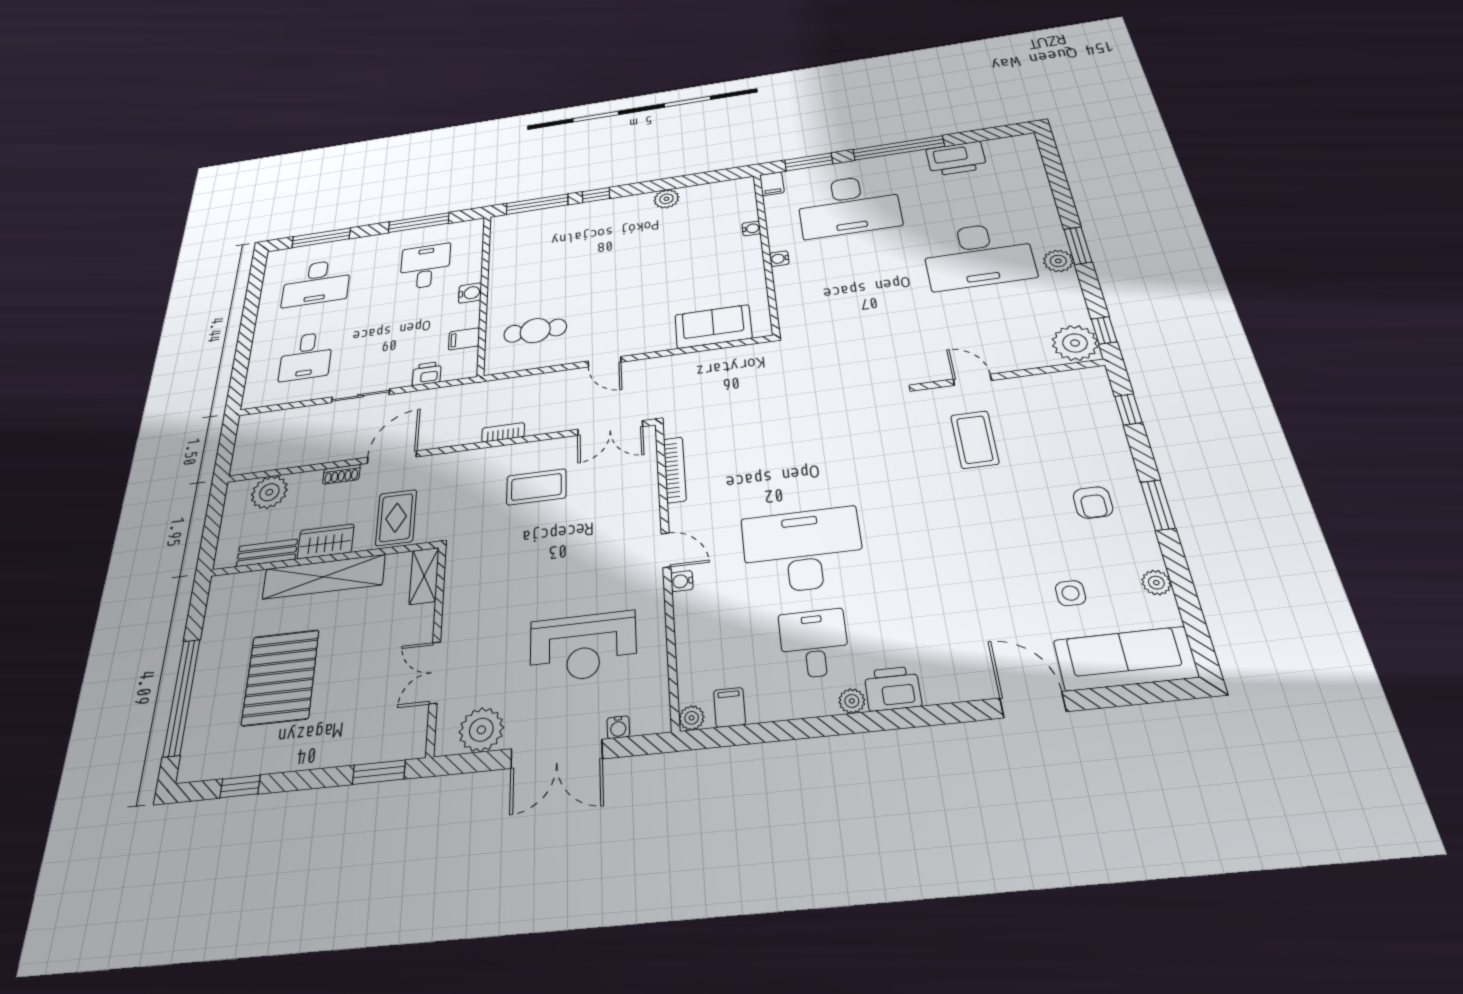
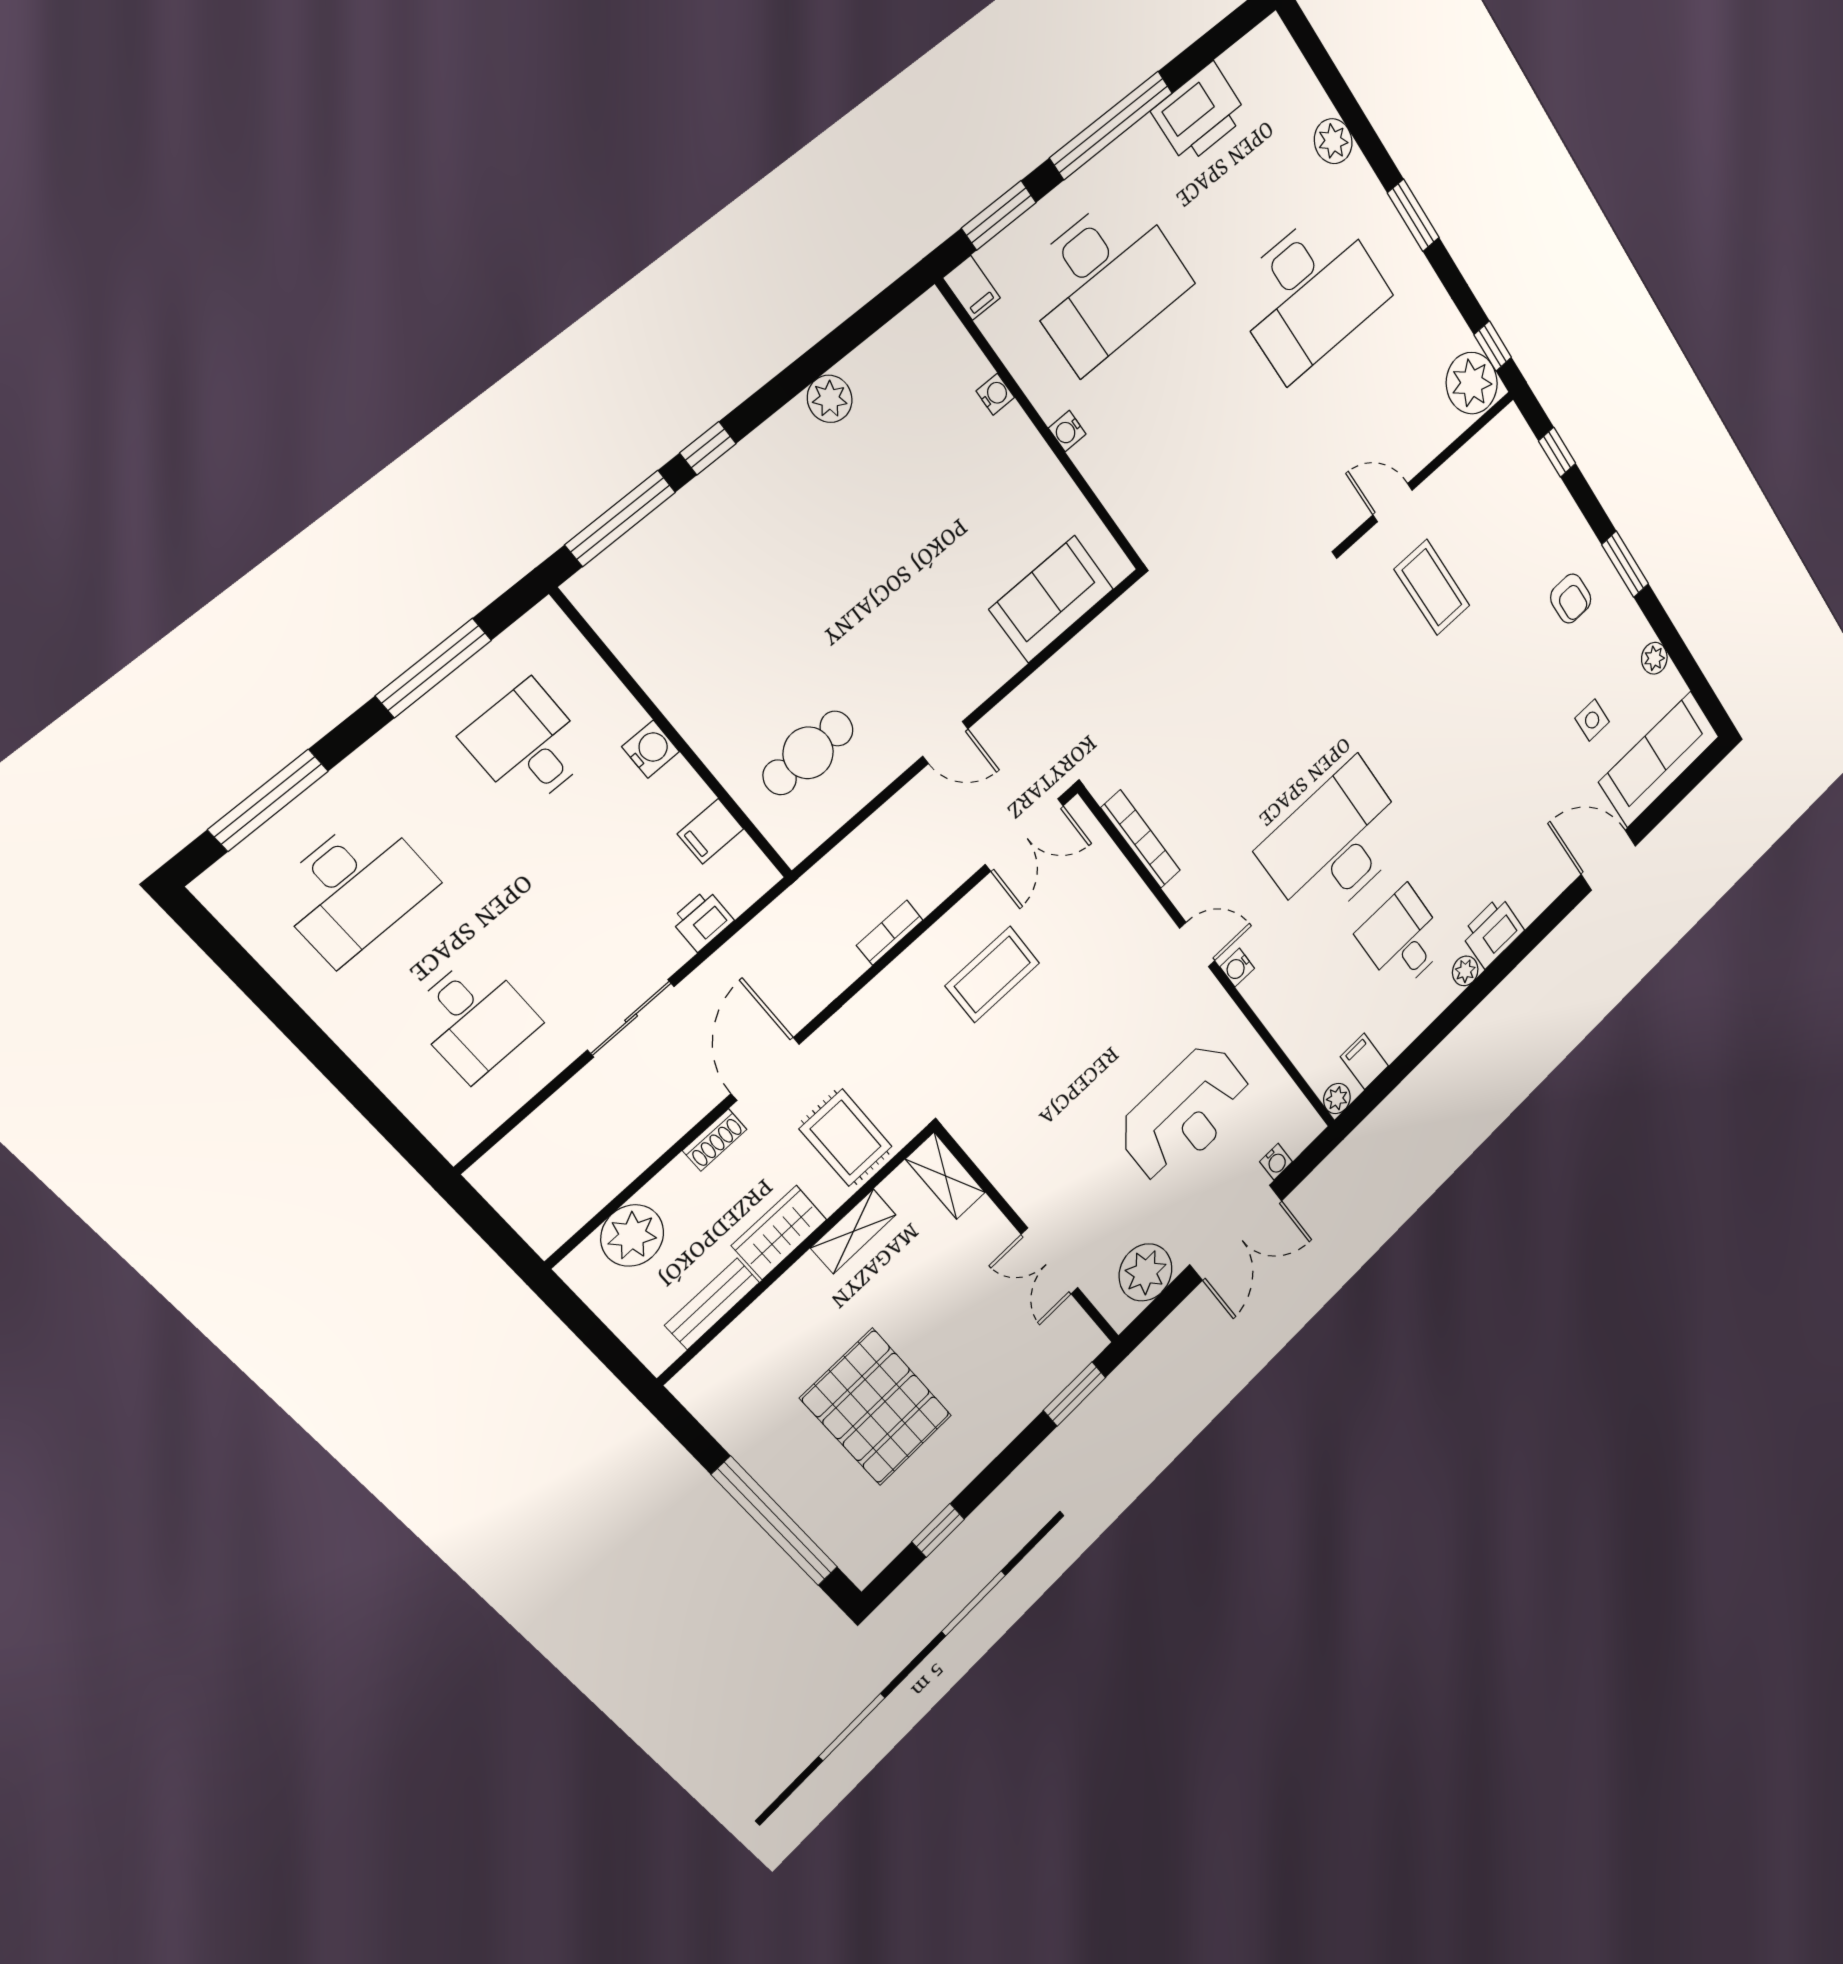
plant: (1058, 261) -> (1333, 141), moved
shelving: (324, 577) -> (853, 1231), width x0.45, depth x0.75

